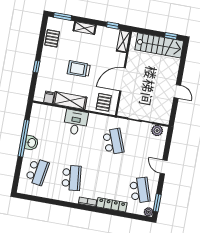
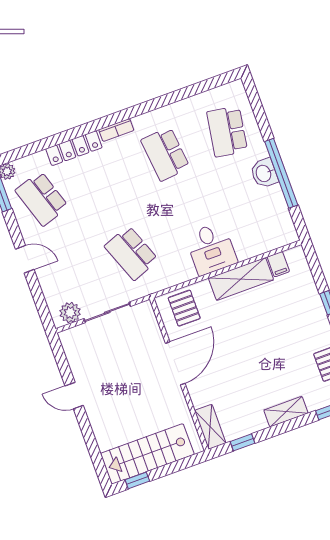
trolley: (79, 69) -> (257, 339), removed

